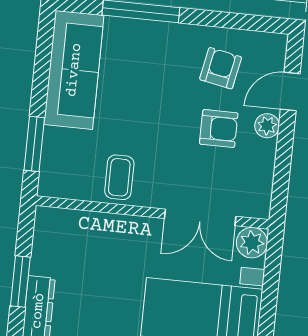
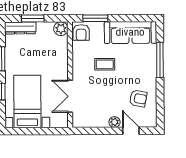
armchair: (219, 129) -> (81, 33), moved
coffee table: (119, 177) -> (105, 64), moved
plant: (252, 243) -> (61, 29), moved

